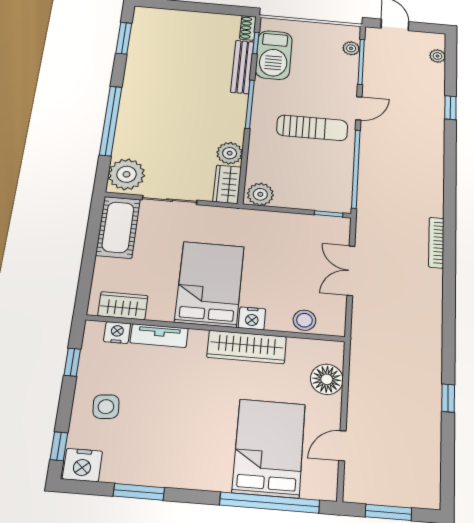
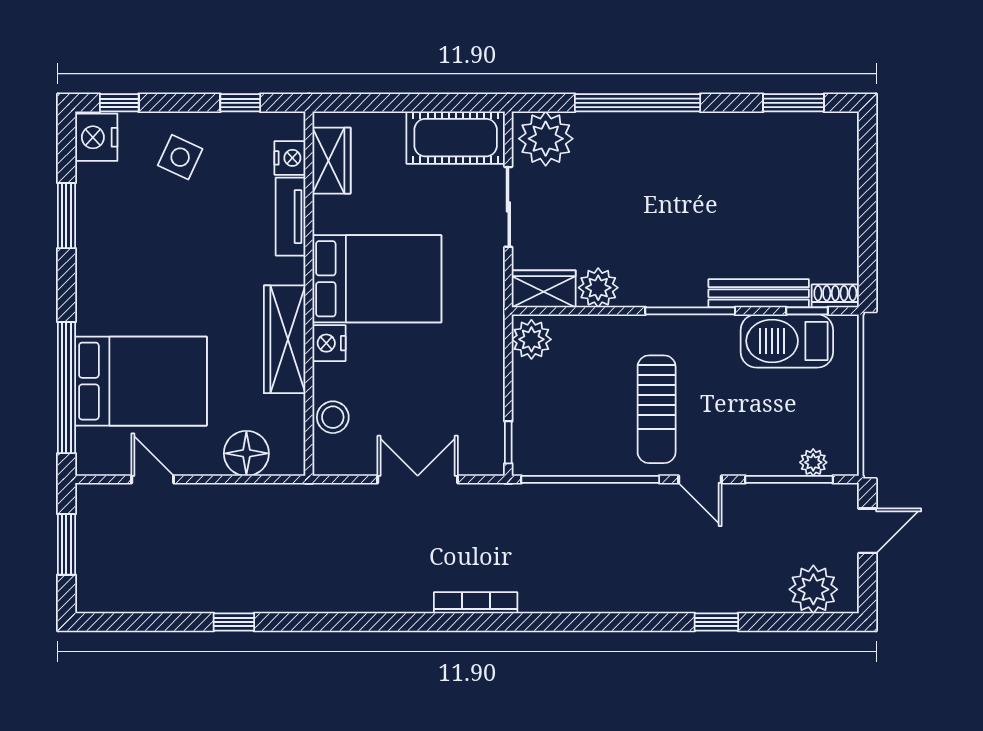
plant: (437, 56) -> (813, 589), width x1.88, depth x1.88
side table: (106, 407) -> (180, 157), turned 30

